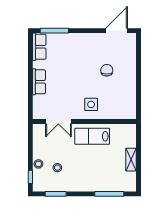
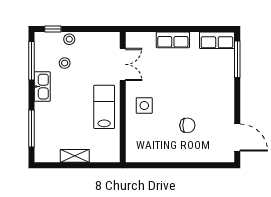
double door: (58, 121) -> (123, 64), swing flipped
kitchen sink: (76, 185) -> (42, 87), added
window: (56, 194) -> (31, 61), width x1.44

